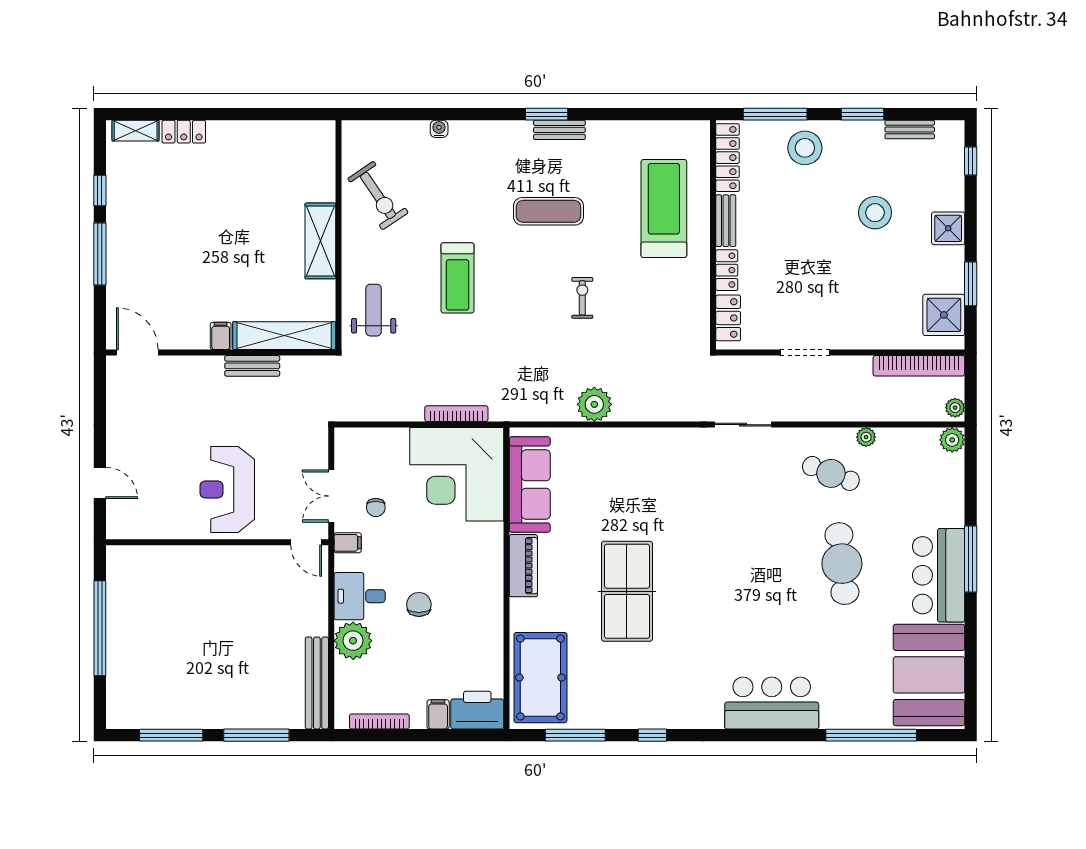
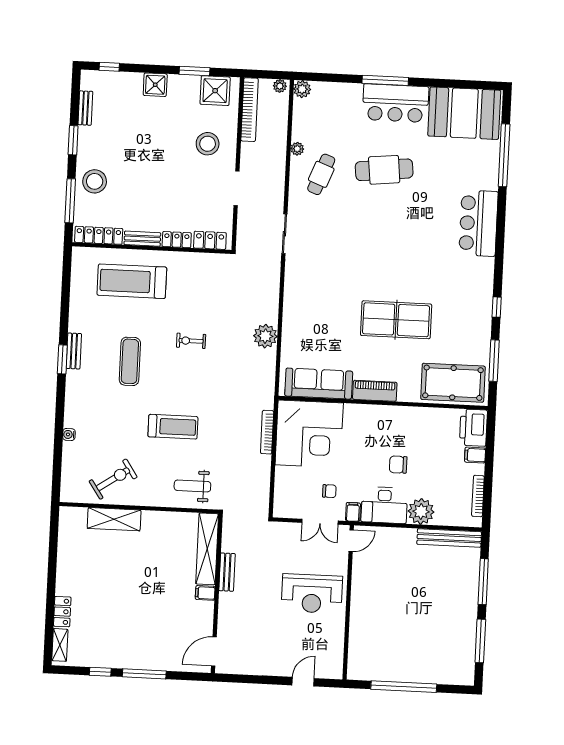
stool: (875, 213) -> (208, 144), moved
shelving: (320, 241) -> (114, 519), moved
desk: (360, 596) -> (384, 505), width x1.37

